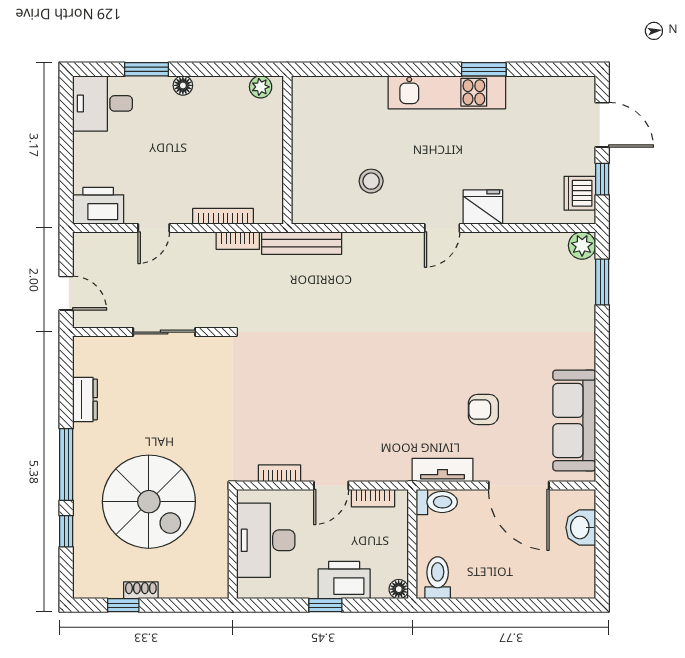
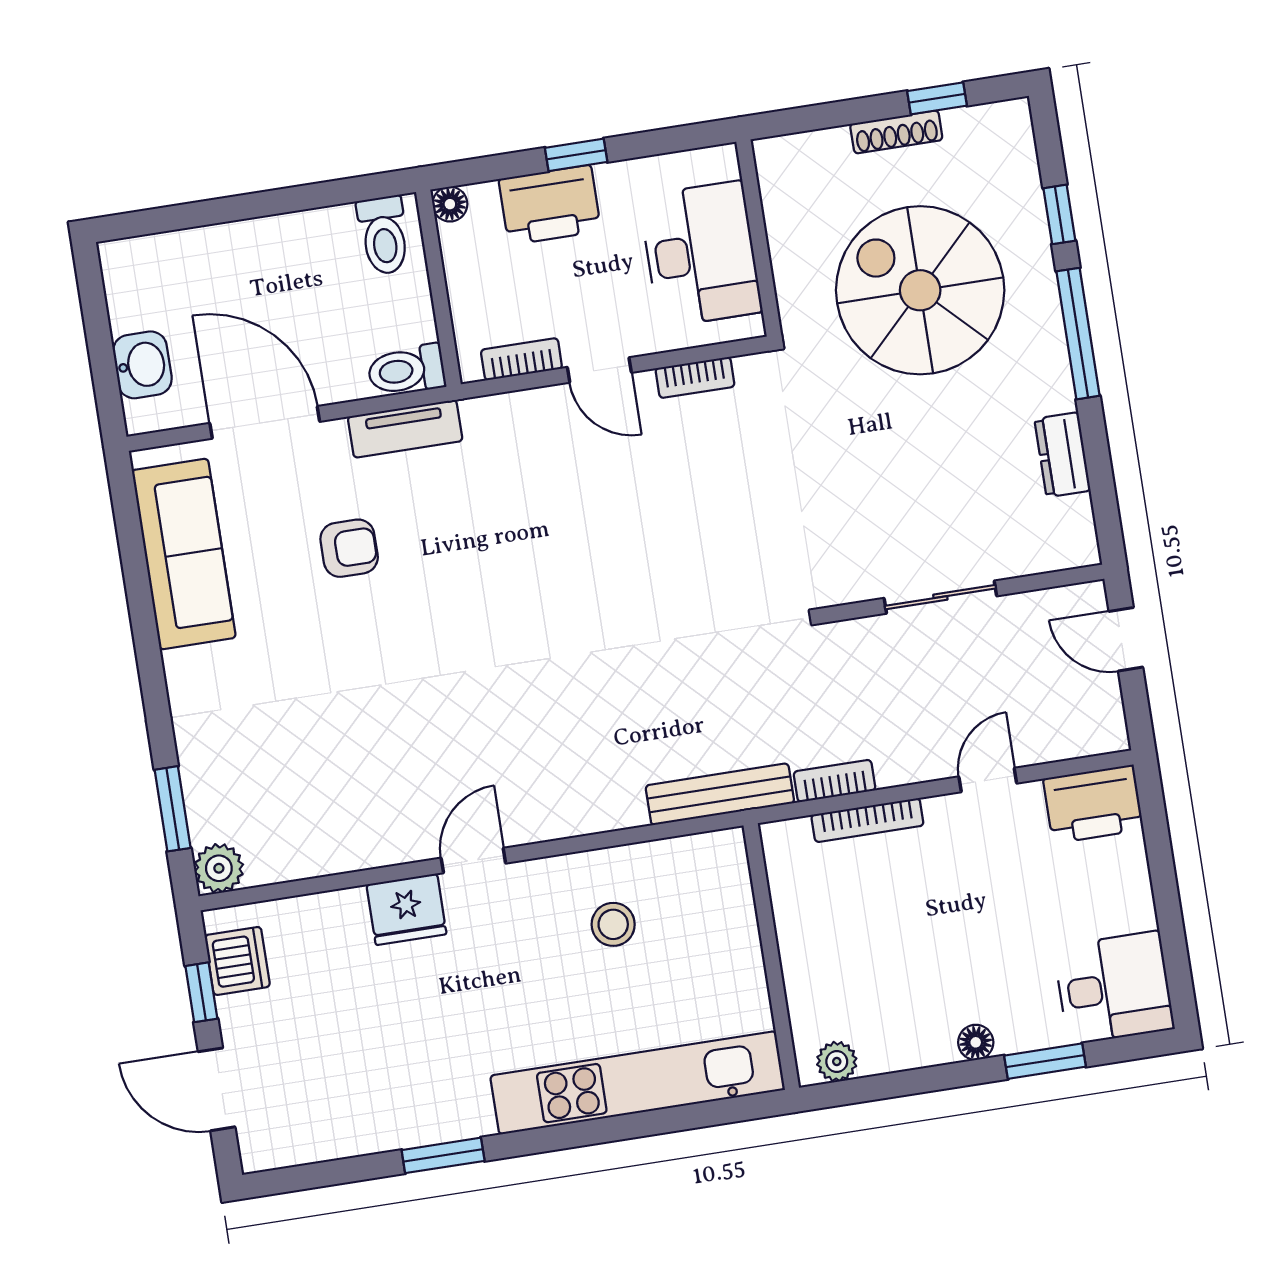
kitchen unit: (447, 92) -> (638, 1083), moved, width x1.36
door: (331, 486) -> (599, 370), swing flipped
shoe rack: (141, 590) -> (896, 132), width x1.43

